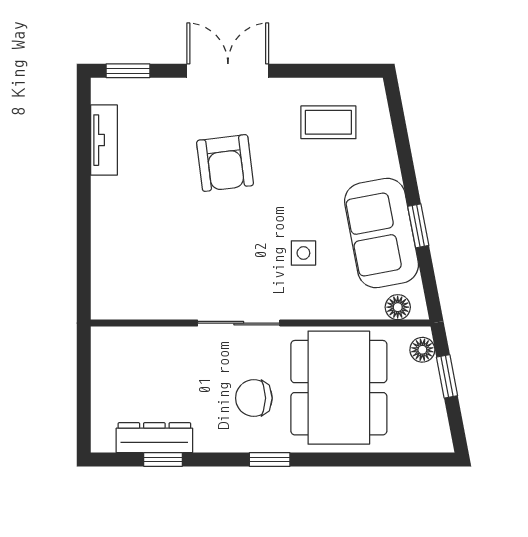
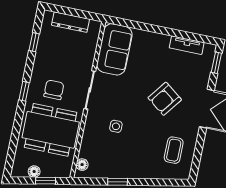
armchair: (225, 163) -> (165, 99), turned -46
sofa: (381, 233) -> (114, 49), moved, turned 101
floor lamp: (422, 350) -> (34, 172), moved
dresser: (154, 438) -> (71, 22), moved, turned 90

